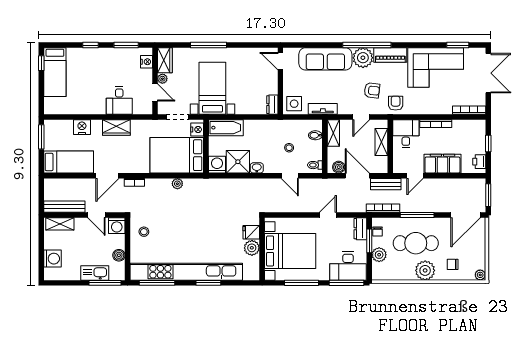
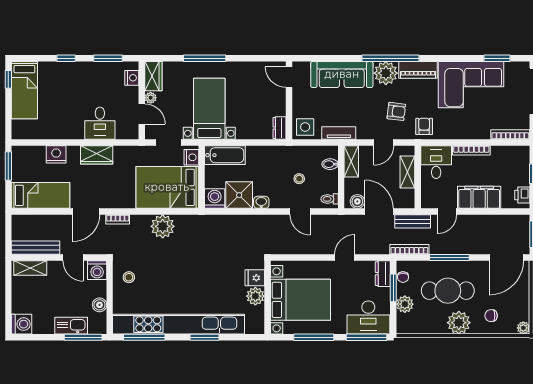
plant: (177, 184) -> (163, 226), width x1.88, depth x1.88
washing machine: (52, 259) -> (22, 324), moved

